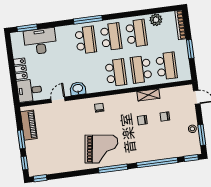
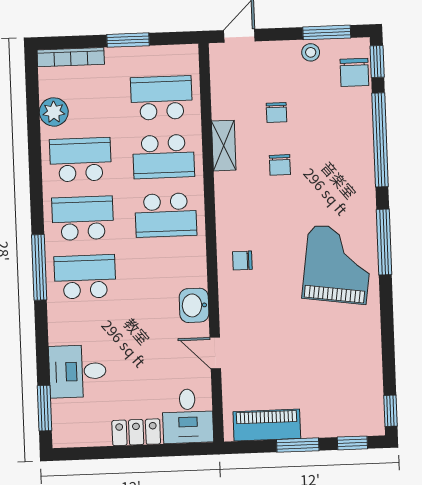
desk: (40, 41) -> (78, 371), width x0.73
school desk: (116, 73) -> (166, 215), turned 180
chair: (185, 149) -> (354, 72), added

